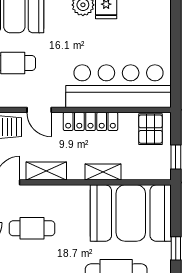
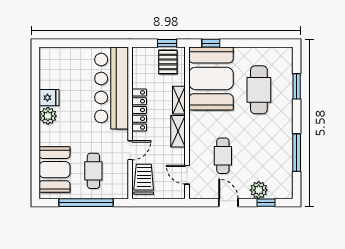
pallet: (151, 129) -> (168, 62), moved, turned 90
shelving: (46, 171) -> (178, 131), moved
window: (176, 248) -> (211, 43), moved

